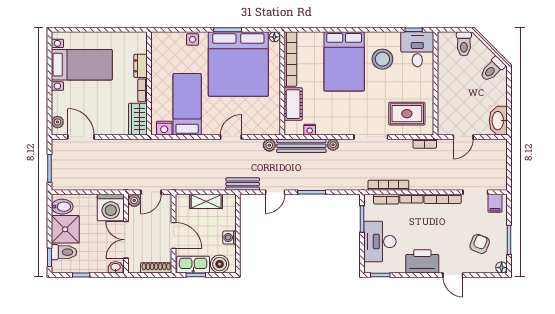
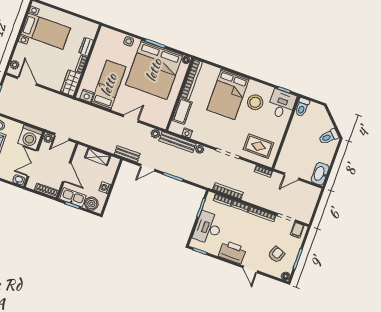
toilet: (464, 44) -> (302, 107), moved

